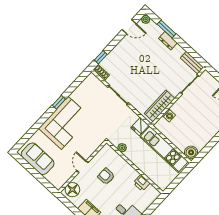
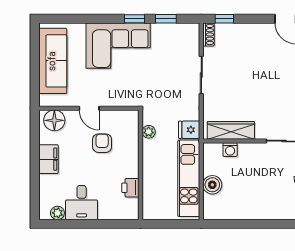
window: (74, 87) -> (166, 19), added
boiler: (191, 152) -> (212, 185), moved
sofa: (38, 159) -> (53, 61), width x1.36
door: (83, 167) -> (89, 108), swing flipped

